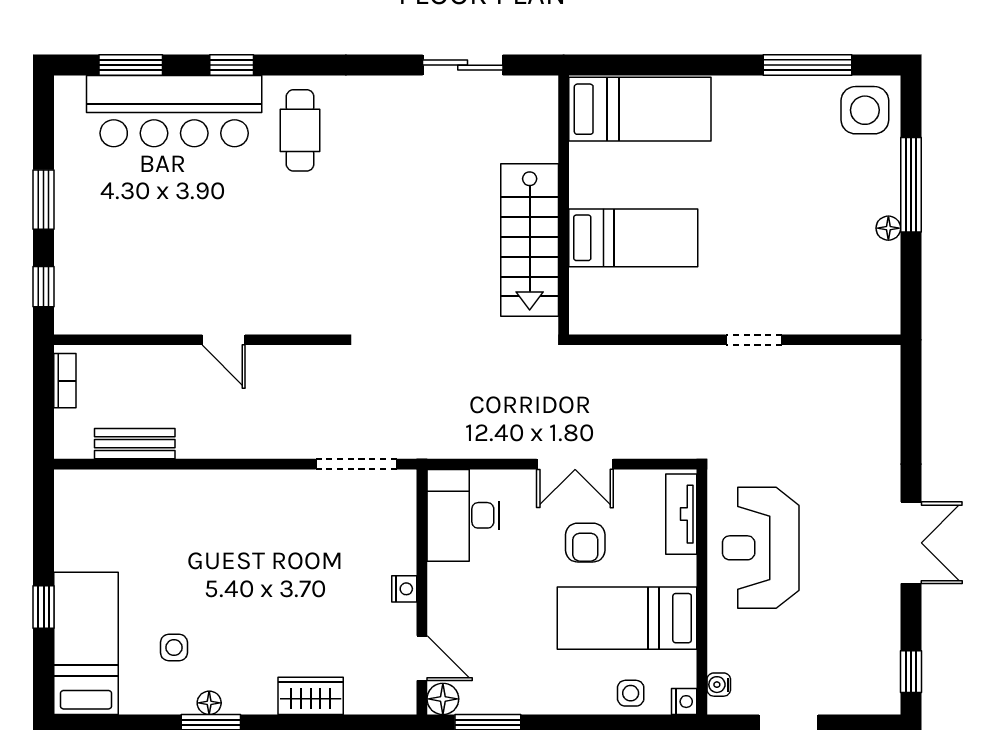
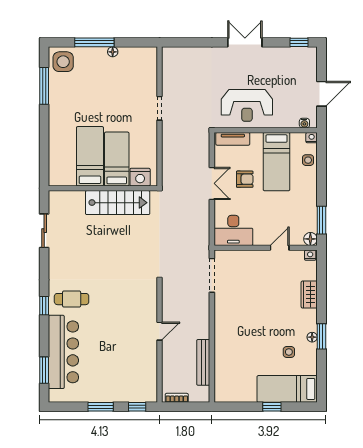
window: (232, 65) -> (44, 306), moved
bed: (640, 109) -> (90, 156), moved
nightstand: (590, 293) -> (140, 177), added
bench: (135, 444) -> (203, 362), width x1.36
nightstand: (404, 589) -> (310, 255), moved
door: (422, 658) -> (280, 248), moved

